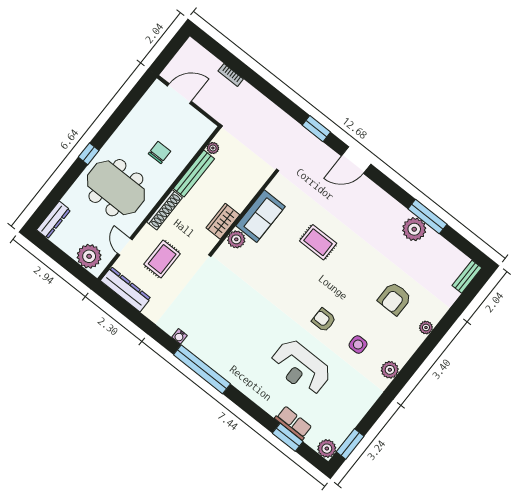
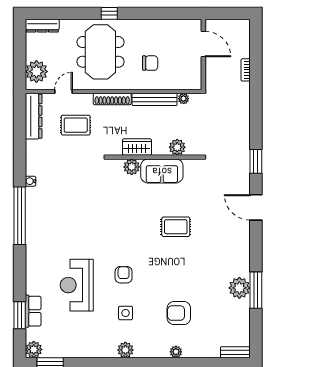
plant: (250, 187) -> (177, 147), added
rug: (318, 242) -> (176, 227), turned 90

